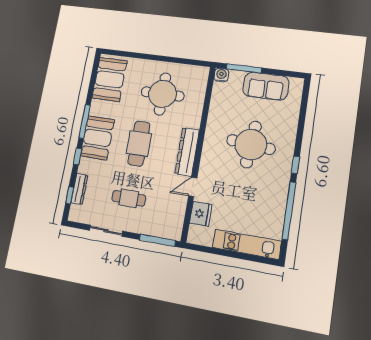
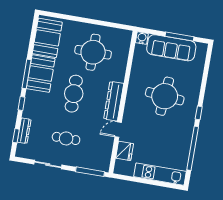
window: (244, 68) -> (180, 36), moved
sofa: (266, 86) -> (171, 48), width x1.36
booth: (97, 138) -> (41, 74), moved

